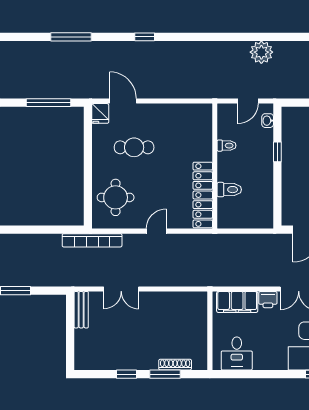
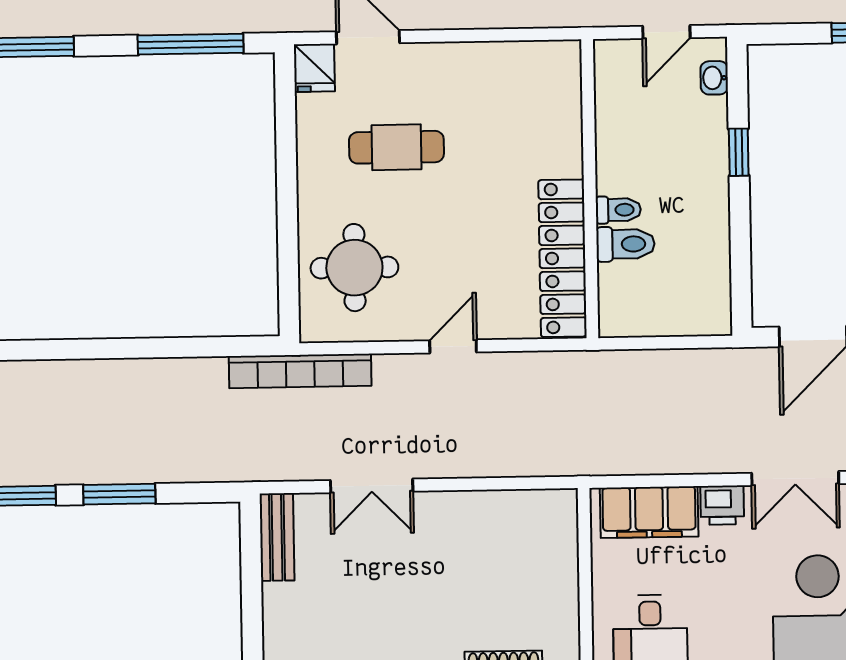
toilet: (226, 146) -> (618, 210), moved

